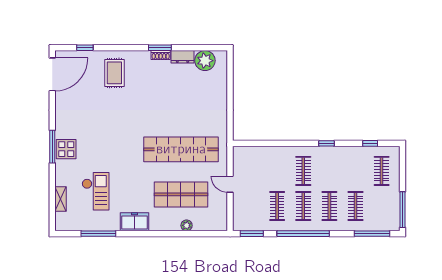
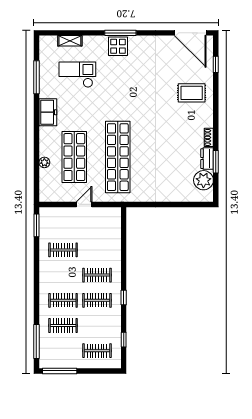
window: (160, 48) -> (216, 162), moved
checkout: (95, 191) -> (77, 75), turned 180
clothes rail: (303, 206) -> (97, 300), moved
window: (303, 234) -> (36, 275), removed

